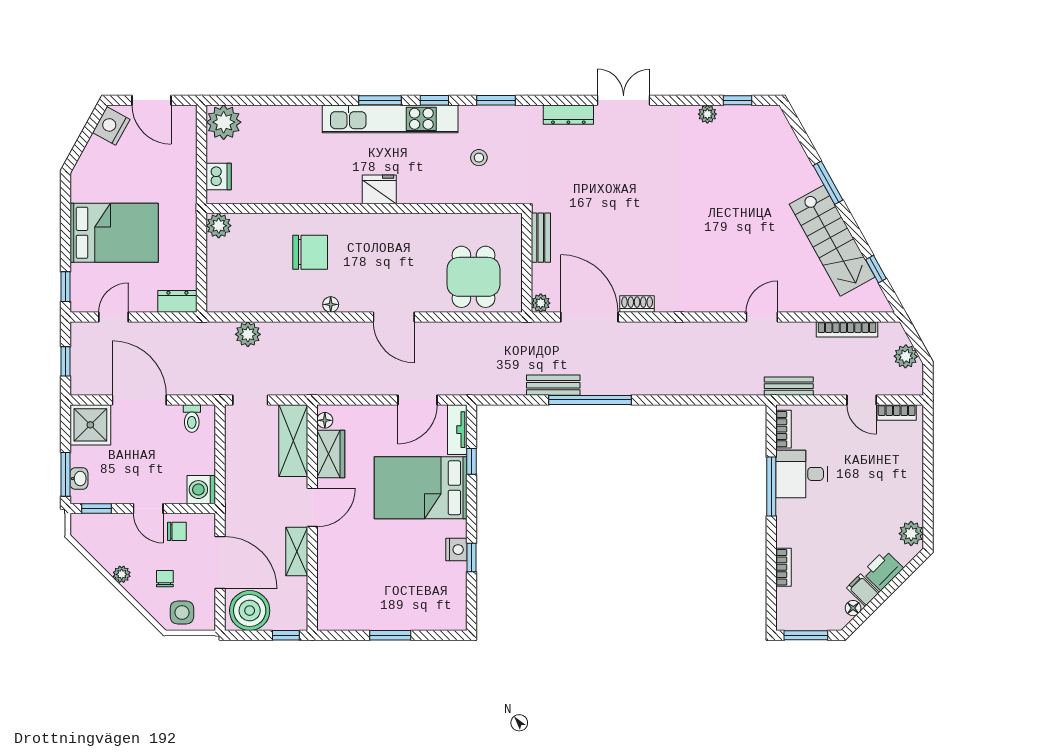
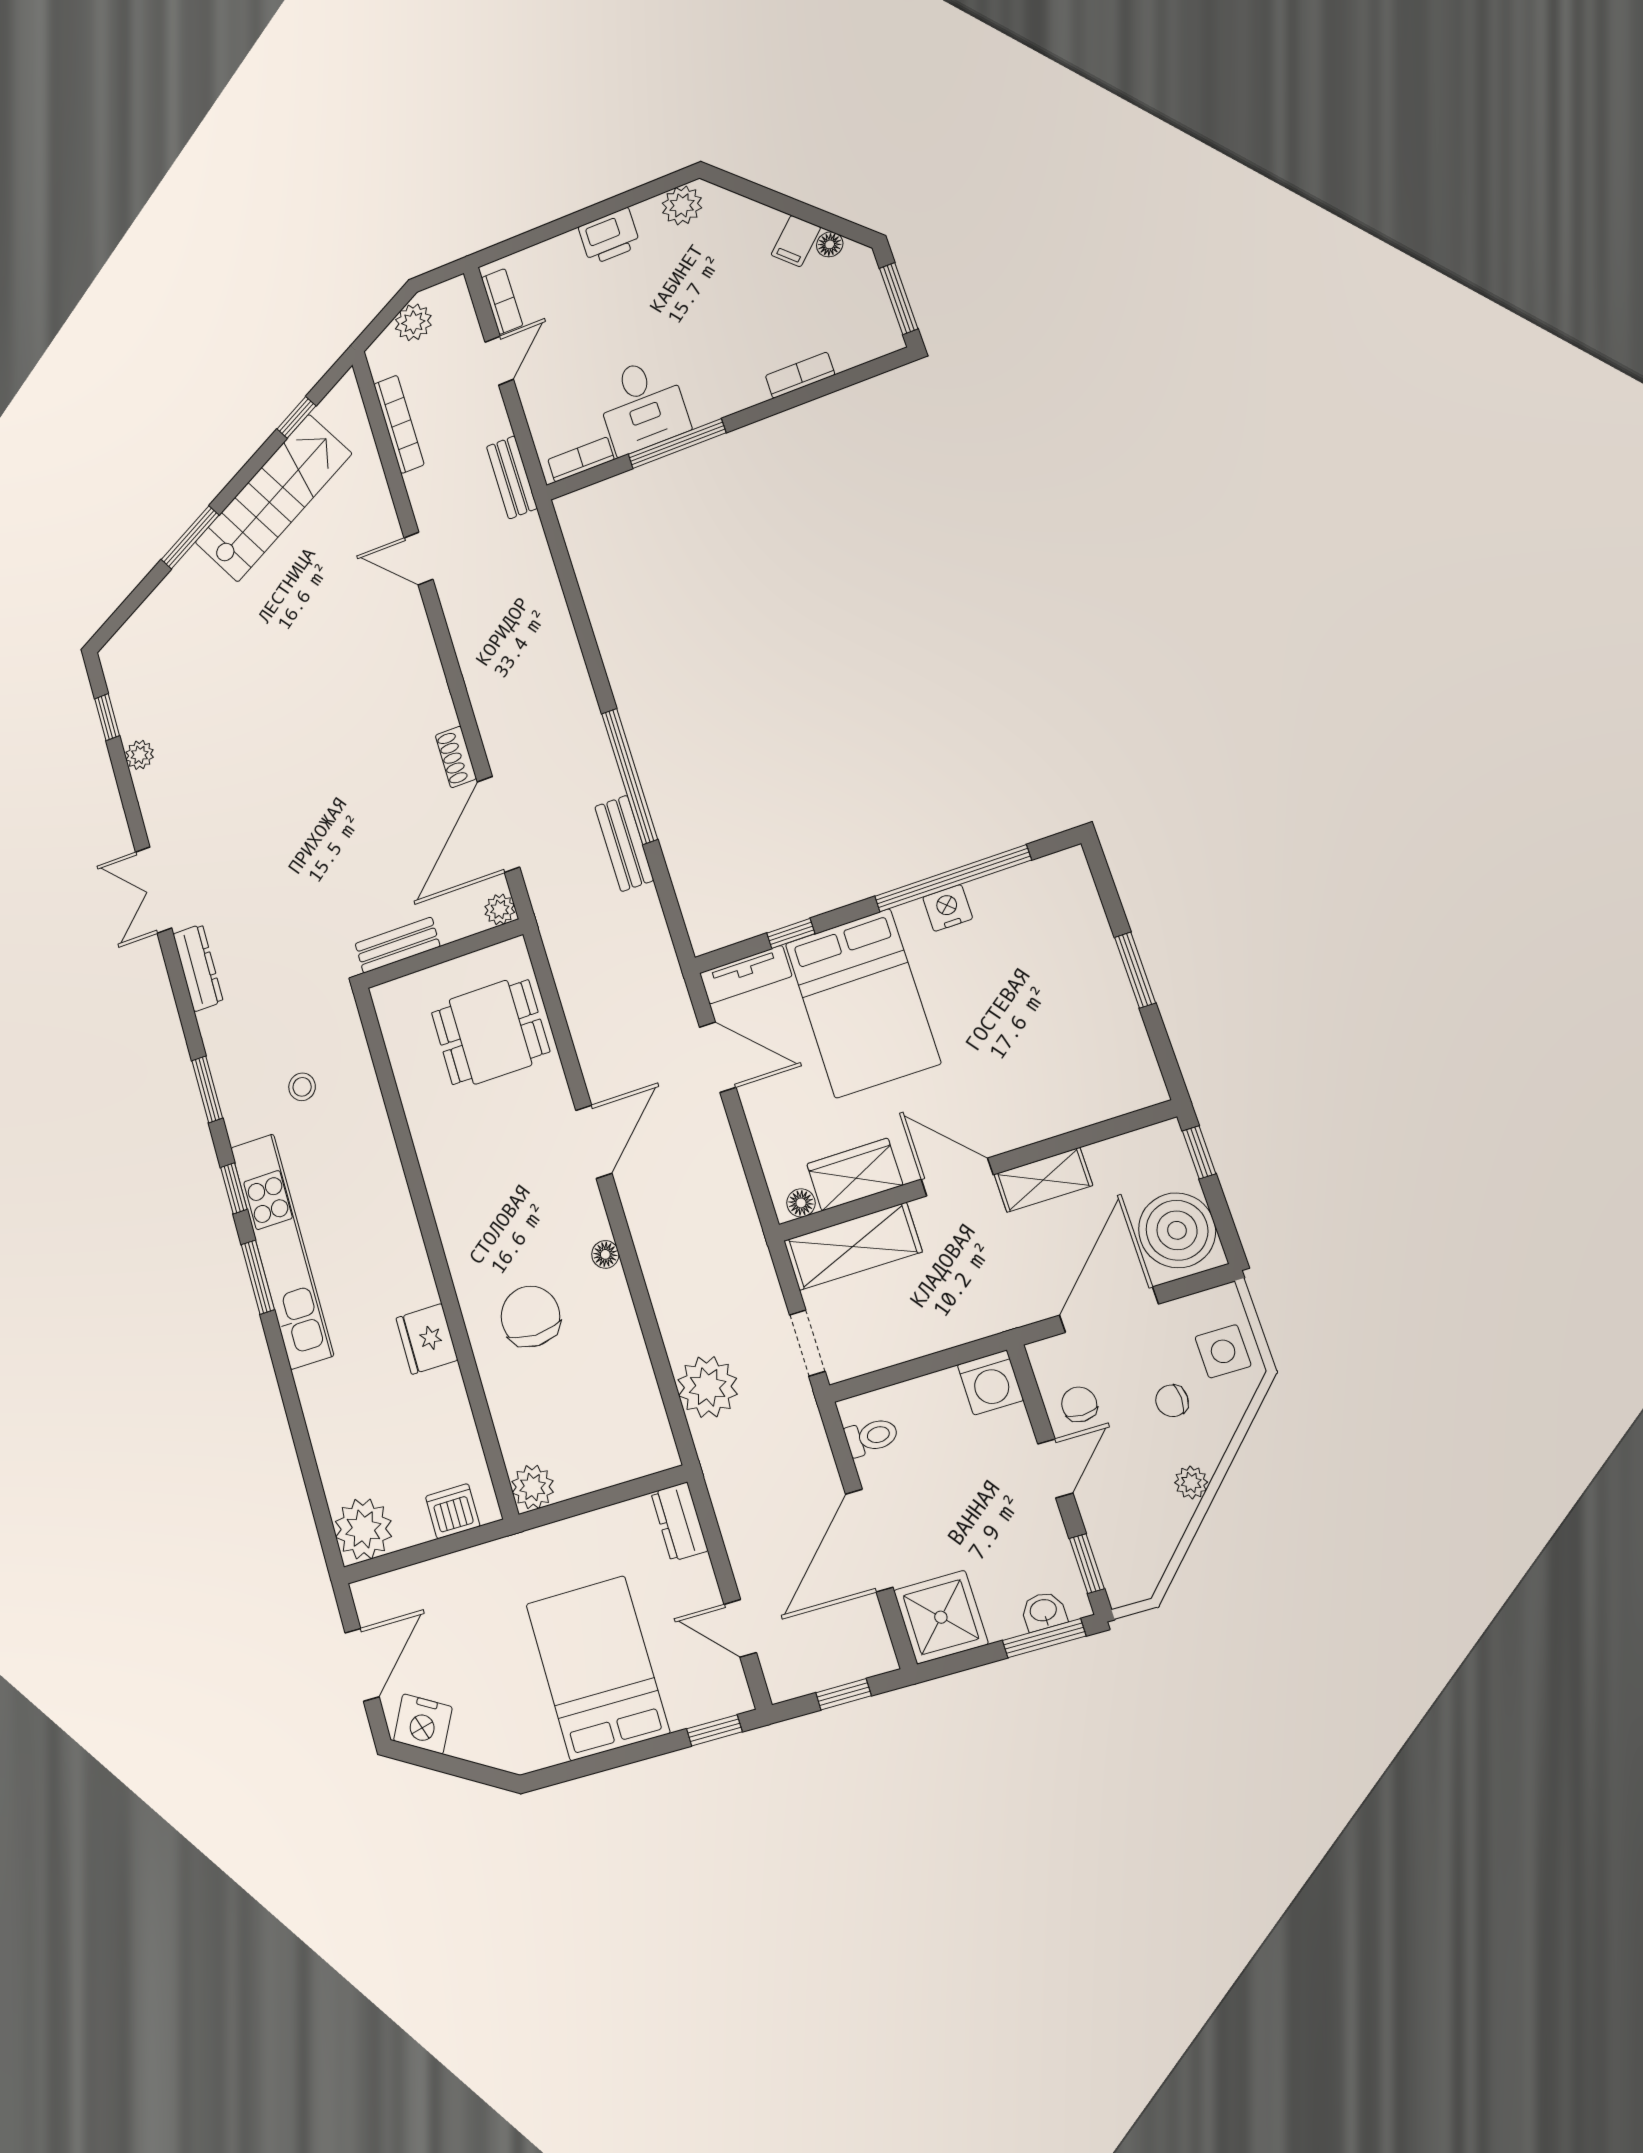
fridge: (379, 189) -> (427, 1339), moved
plant: (248, 334) -> (708, 1387), width x1.36, depth x1.36
window: (471, 557) -> (953, 878), width x3.17
printer: (883, 570) -> (609, 236), moved, turned -45

